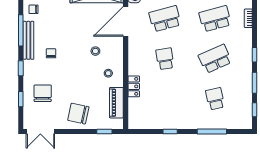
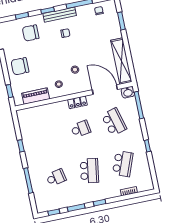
school desk: (215, 19) -> (123, 164), turned 36
bench: (28, 40) -> (60, 15), moved
school desk: (215, 59) -> (89, 171), turned 33
locker: (134, 86) -> (77, 102), moved
chair: (43, 93) -> (31, 33), turned 180
chair: (78, 114) -> (20, 66), turned -102

